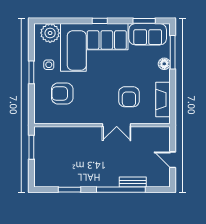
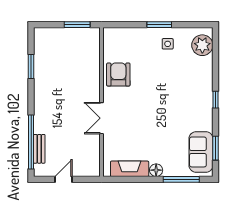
corner sofa: (94, 47) -> (187, 94), removed
floor lamp: (164, 64) -> (156, 170), moved
armchair: (62, 93) -> (118, 75), moved
armchair: (129, 97) -> (133, 132), removed
bench: (133, 182) -> (39, 149), moved
window: (121, 190) -> (31, 142), moved

